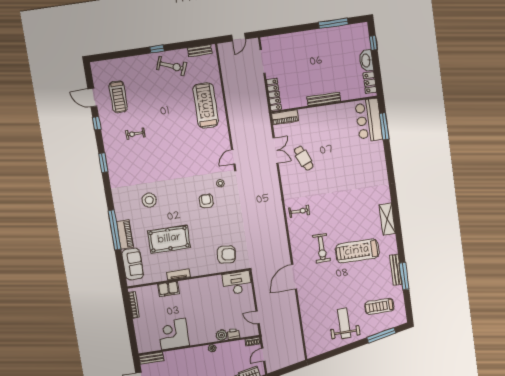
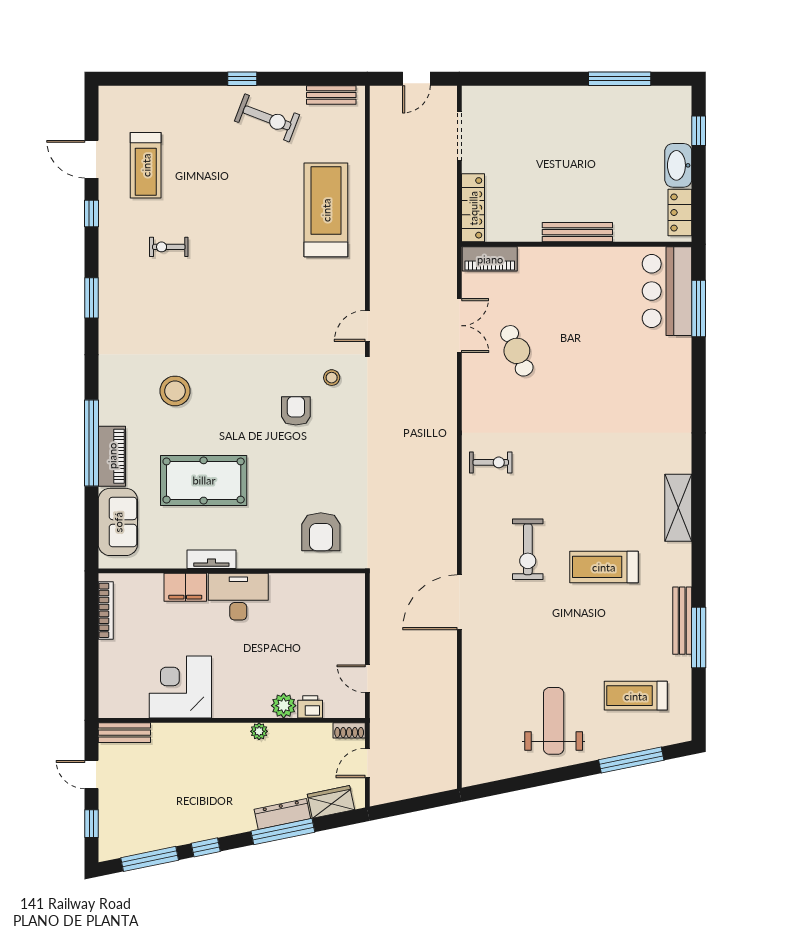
treadmill: (357, 251) -> (604, 567), width x0.73, depth x0.73
armchair: (226, 254) -> (321, 532), turned 84
desk: (237, 283) -> (238, 597), moved

